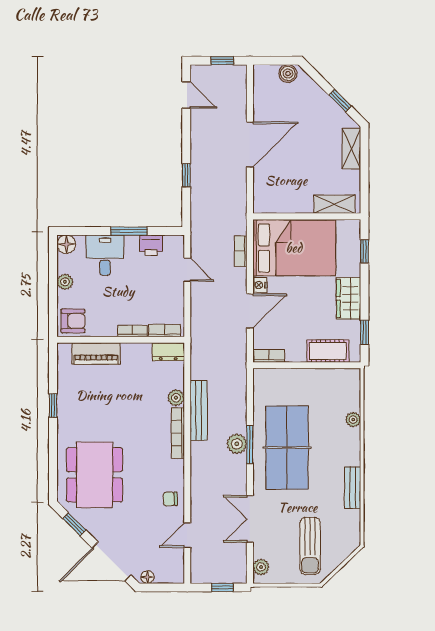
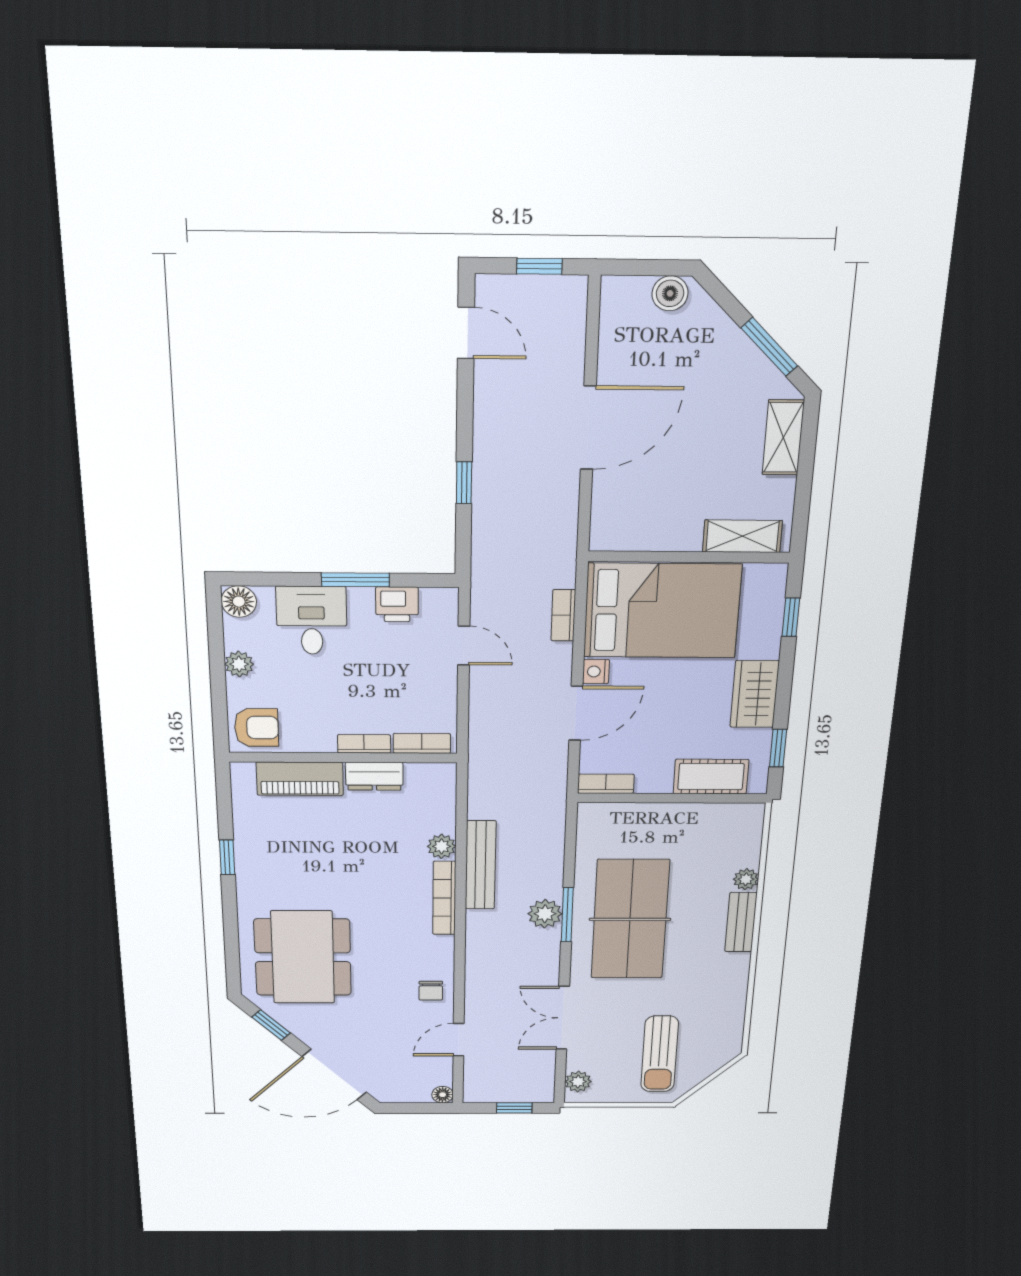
window: (340, 101) -> (769, 347), width x1.50
dresser: (168, 352) -> (374, 776), moved
bench: (353, 488) -> (741, 922), moved
chair: (170, 499) -> (431, 991), turned -88
floor lamp: (147, 577) -> (443, 1095), moved

